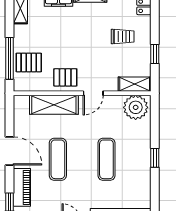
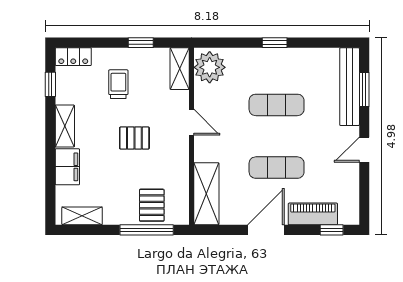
pallet: (65, 77) -> (134, 138), moved, turned 90
shelving: (54, 105) -> (206, 194), moved

